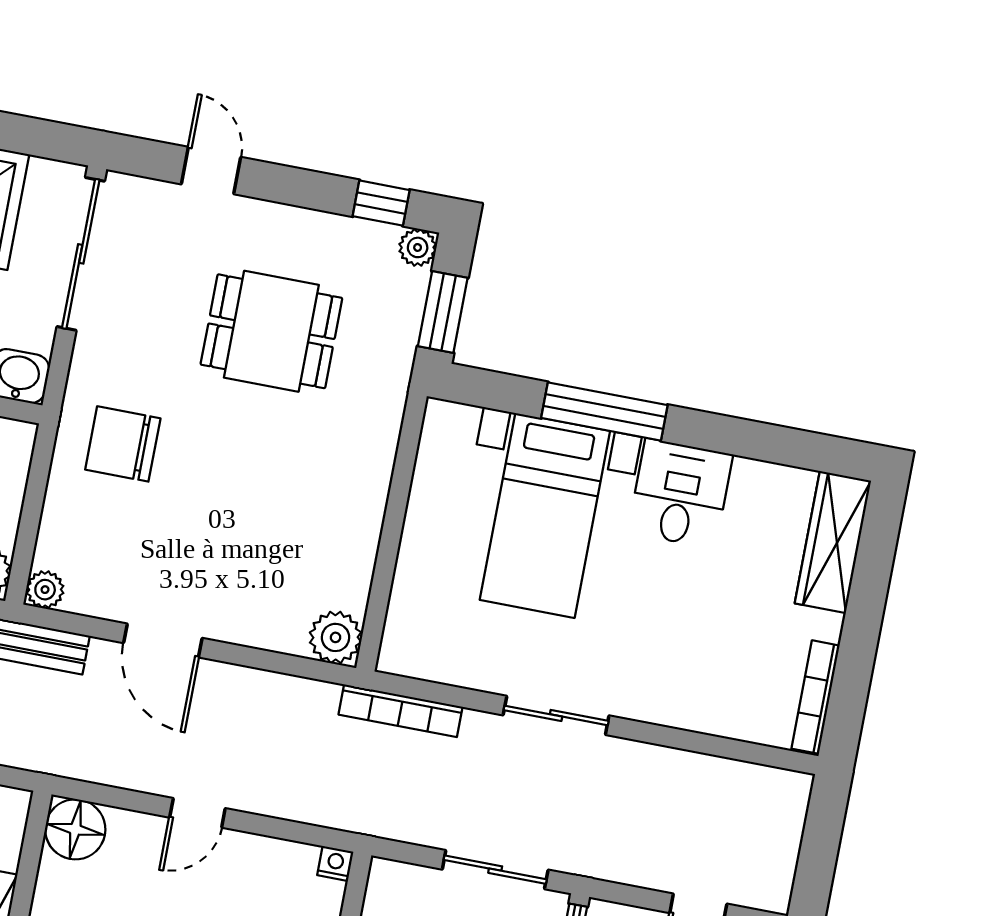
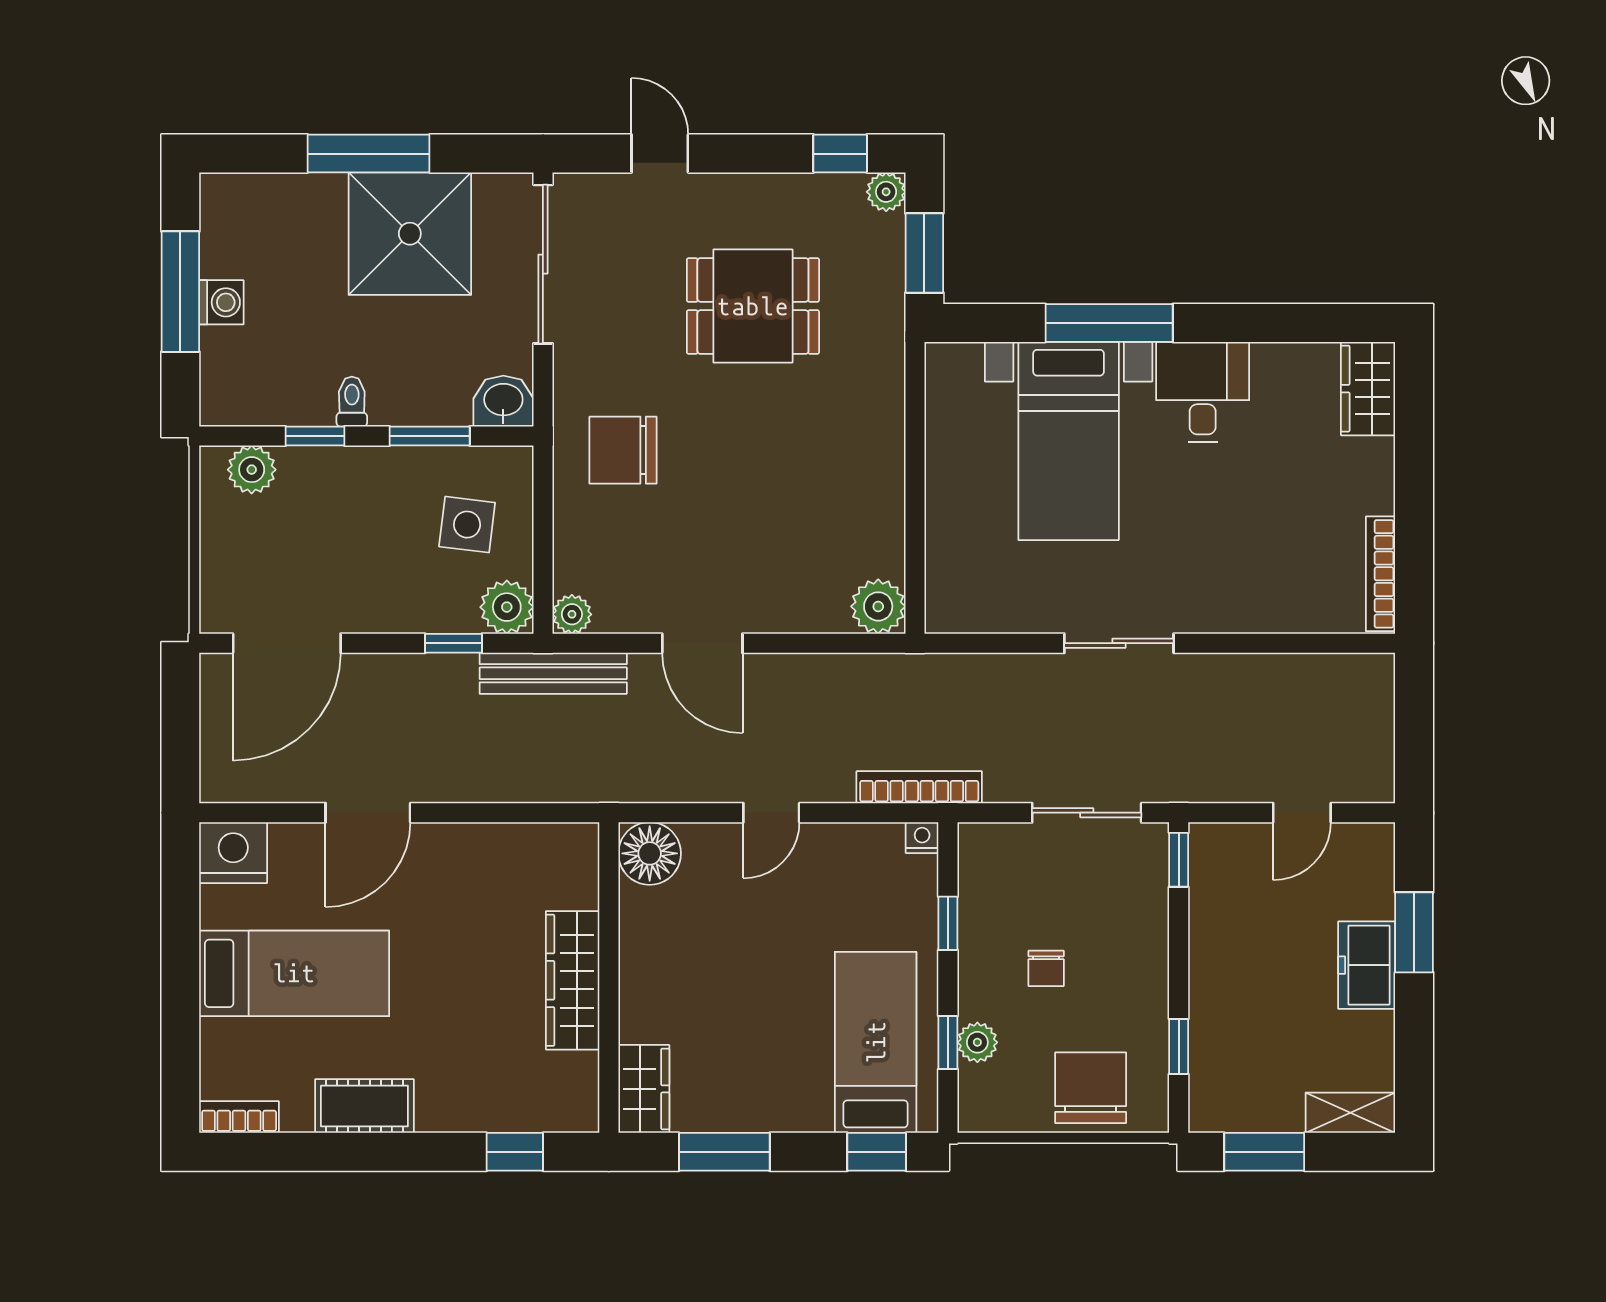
wardrobe: (833, 542) -> (1368, 389), width x0.67
bookcase: (401, 711) -> (919, 787), moved, turned 180

